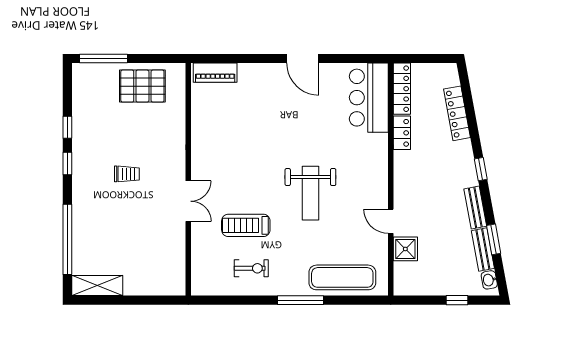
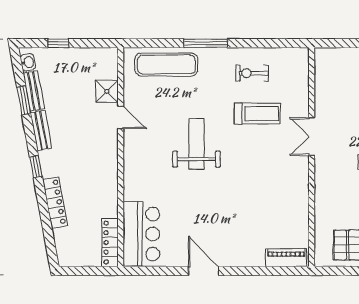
locker: (457, 113) -> (55, 202), moved
locker: (402, 133) -> (110, 201), removed

